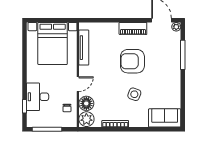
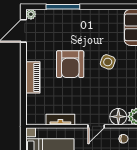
piano: (133, 28) -> (33, 77), moved
tv unit: (84, 48) -> (60, 120), width x0.71
door: (78, 84) -> (96, 126), swing flipped

